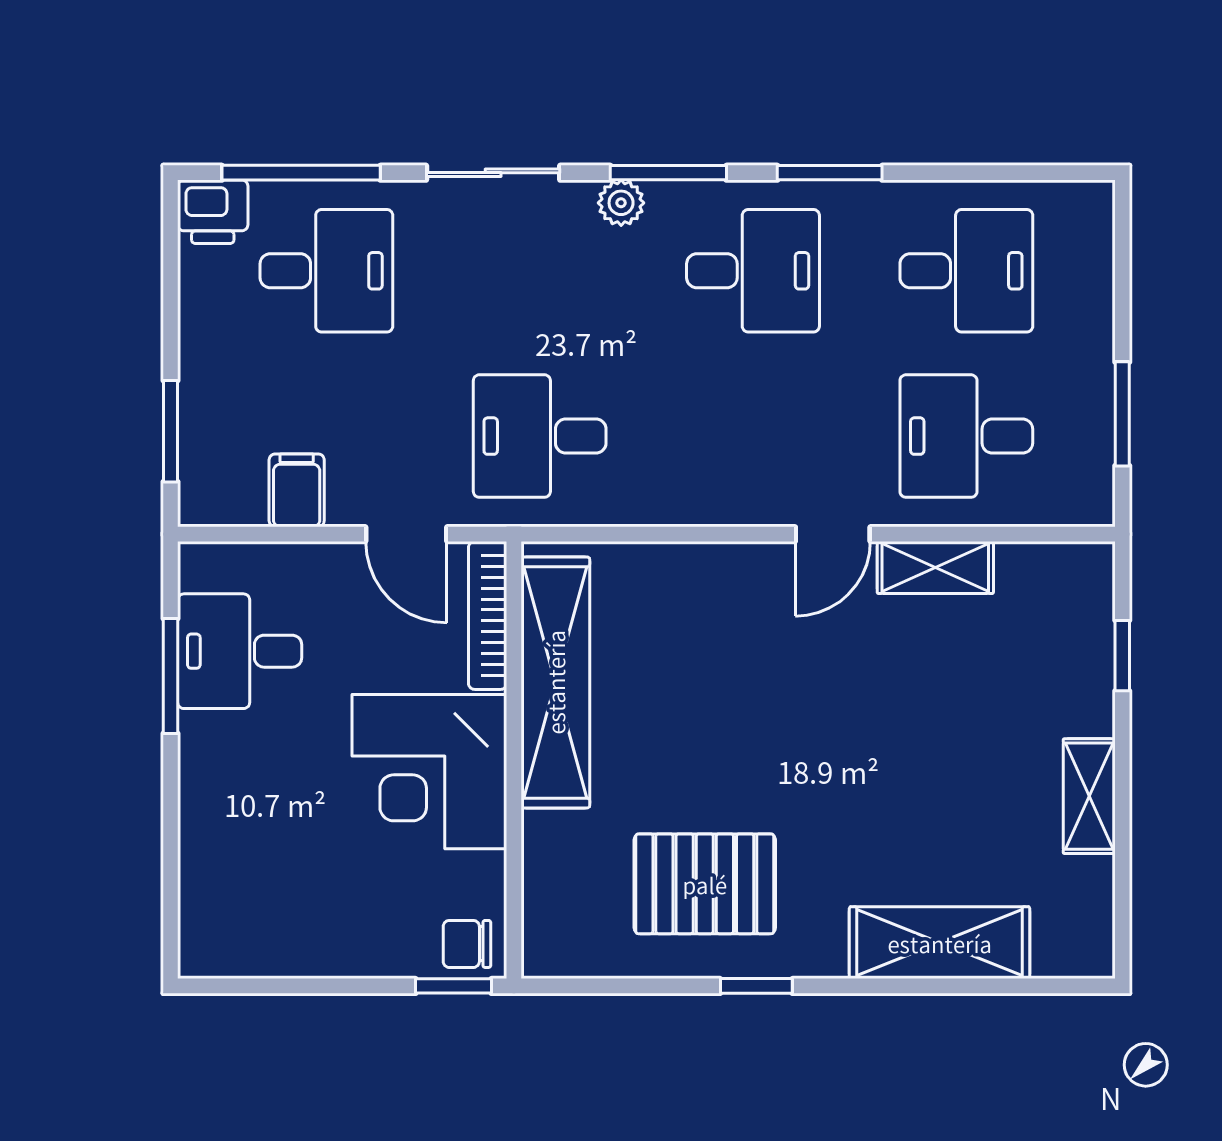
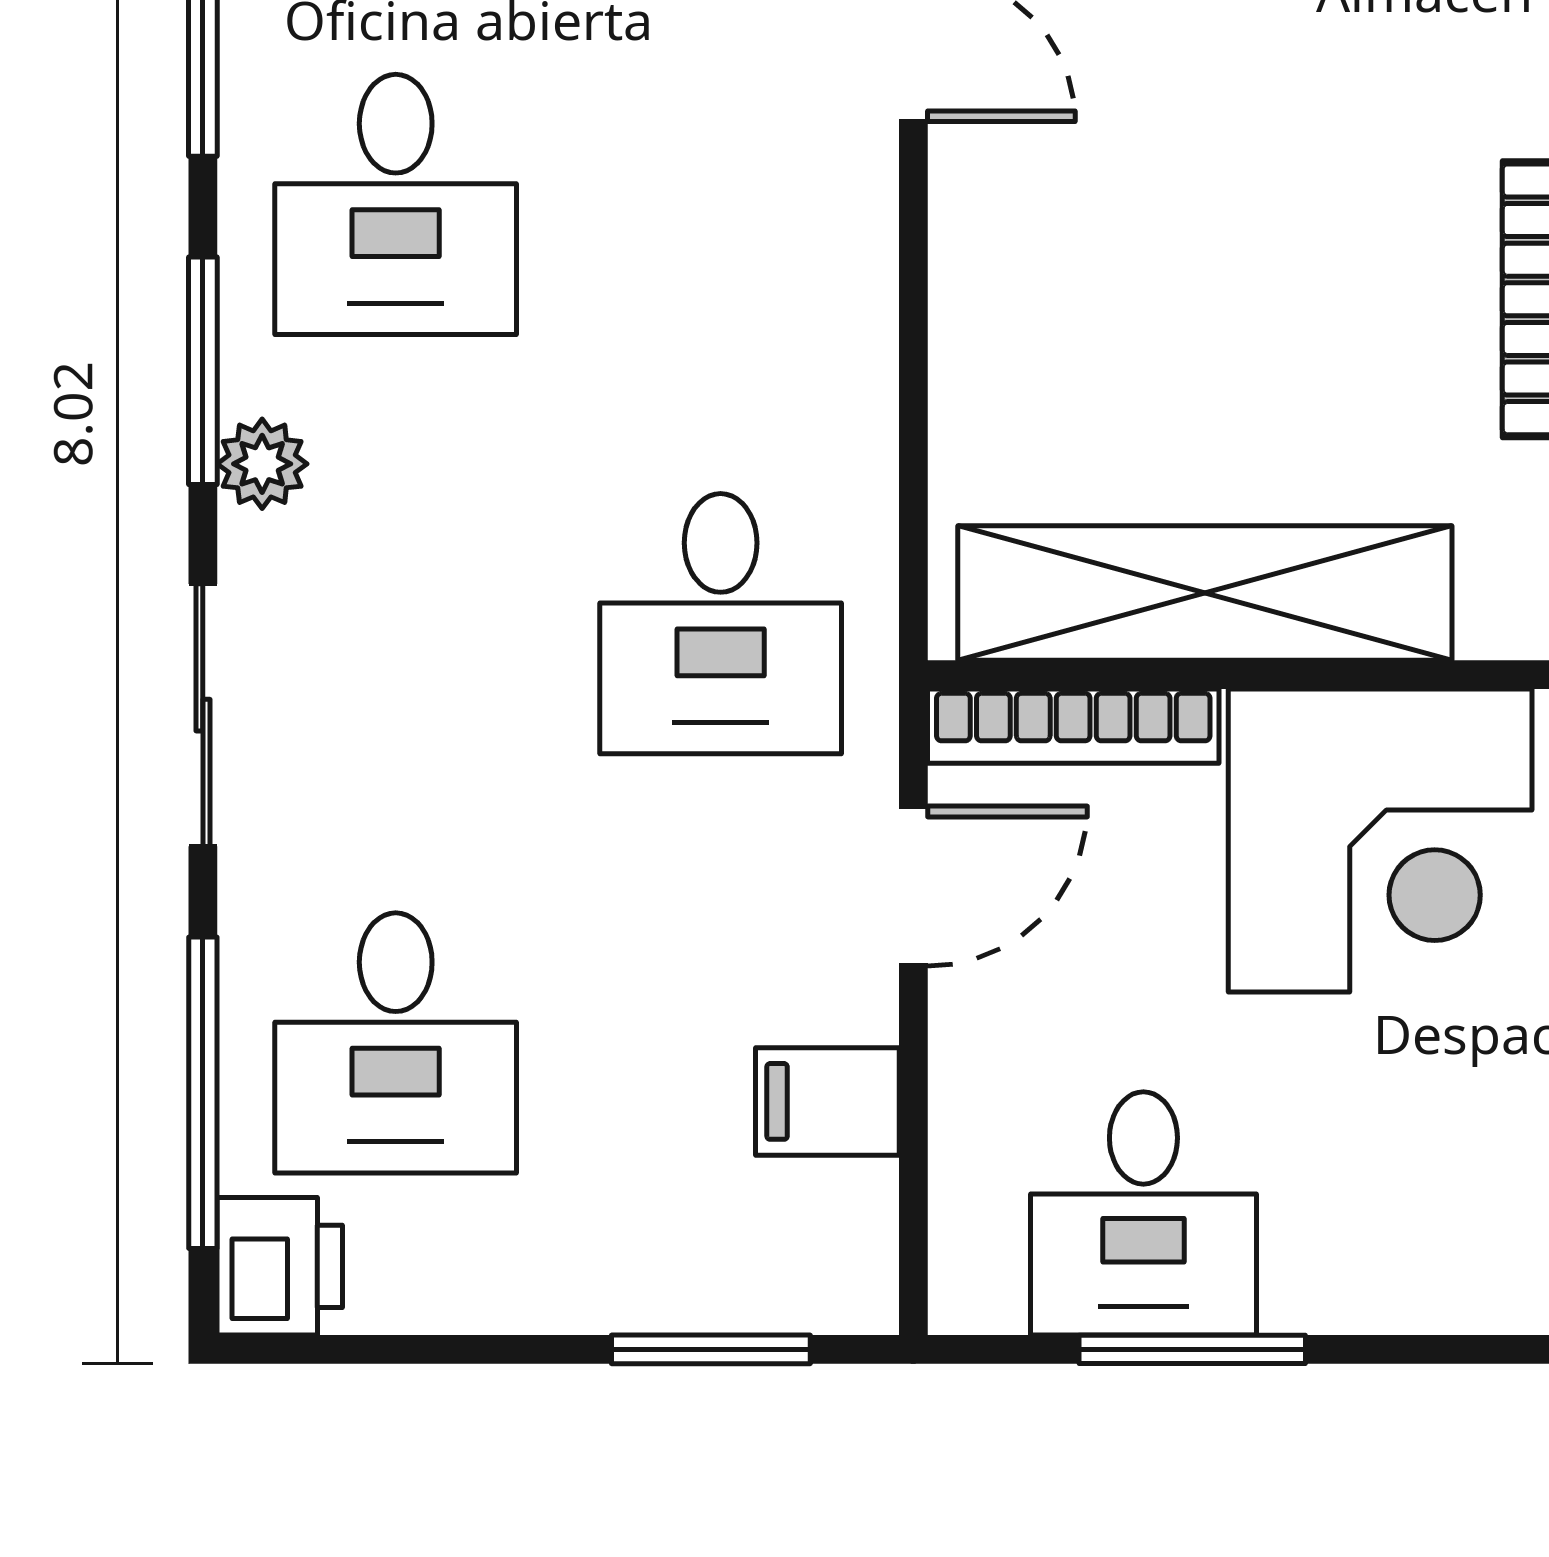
desk: (326, 271) -> (396, 1043), turned 180
desk: (753, 271) -> (396, 204), turned 180

